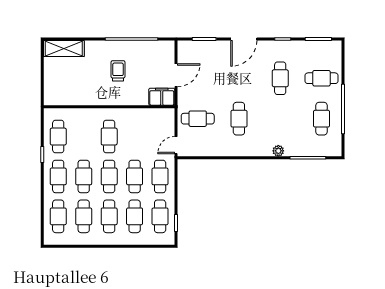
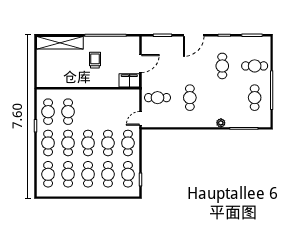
shelving: (64, 49) -> (60, 43), width x1.47
cafe table: (109, 137) -> (68, 112), moved

